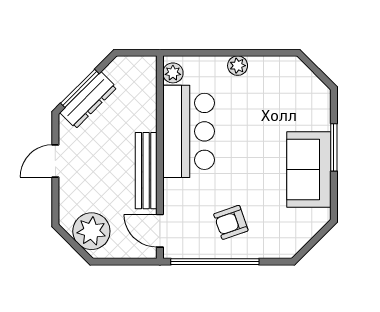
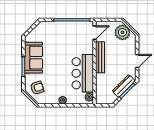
armchair: (231, 222) -> (37, 88), moved
door: (160, 231) -> (94, 33), hinge flipped

